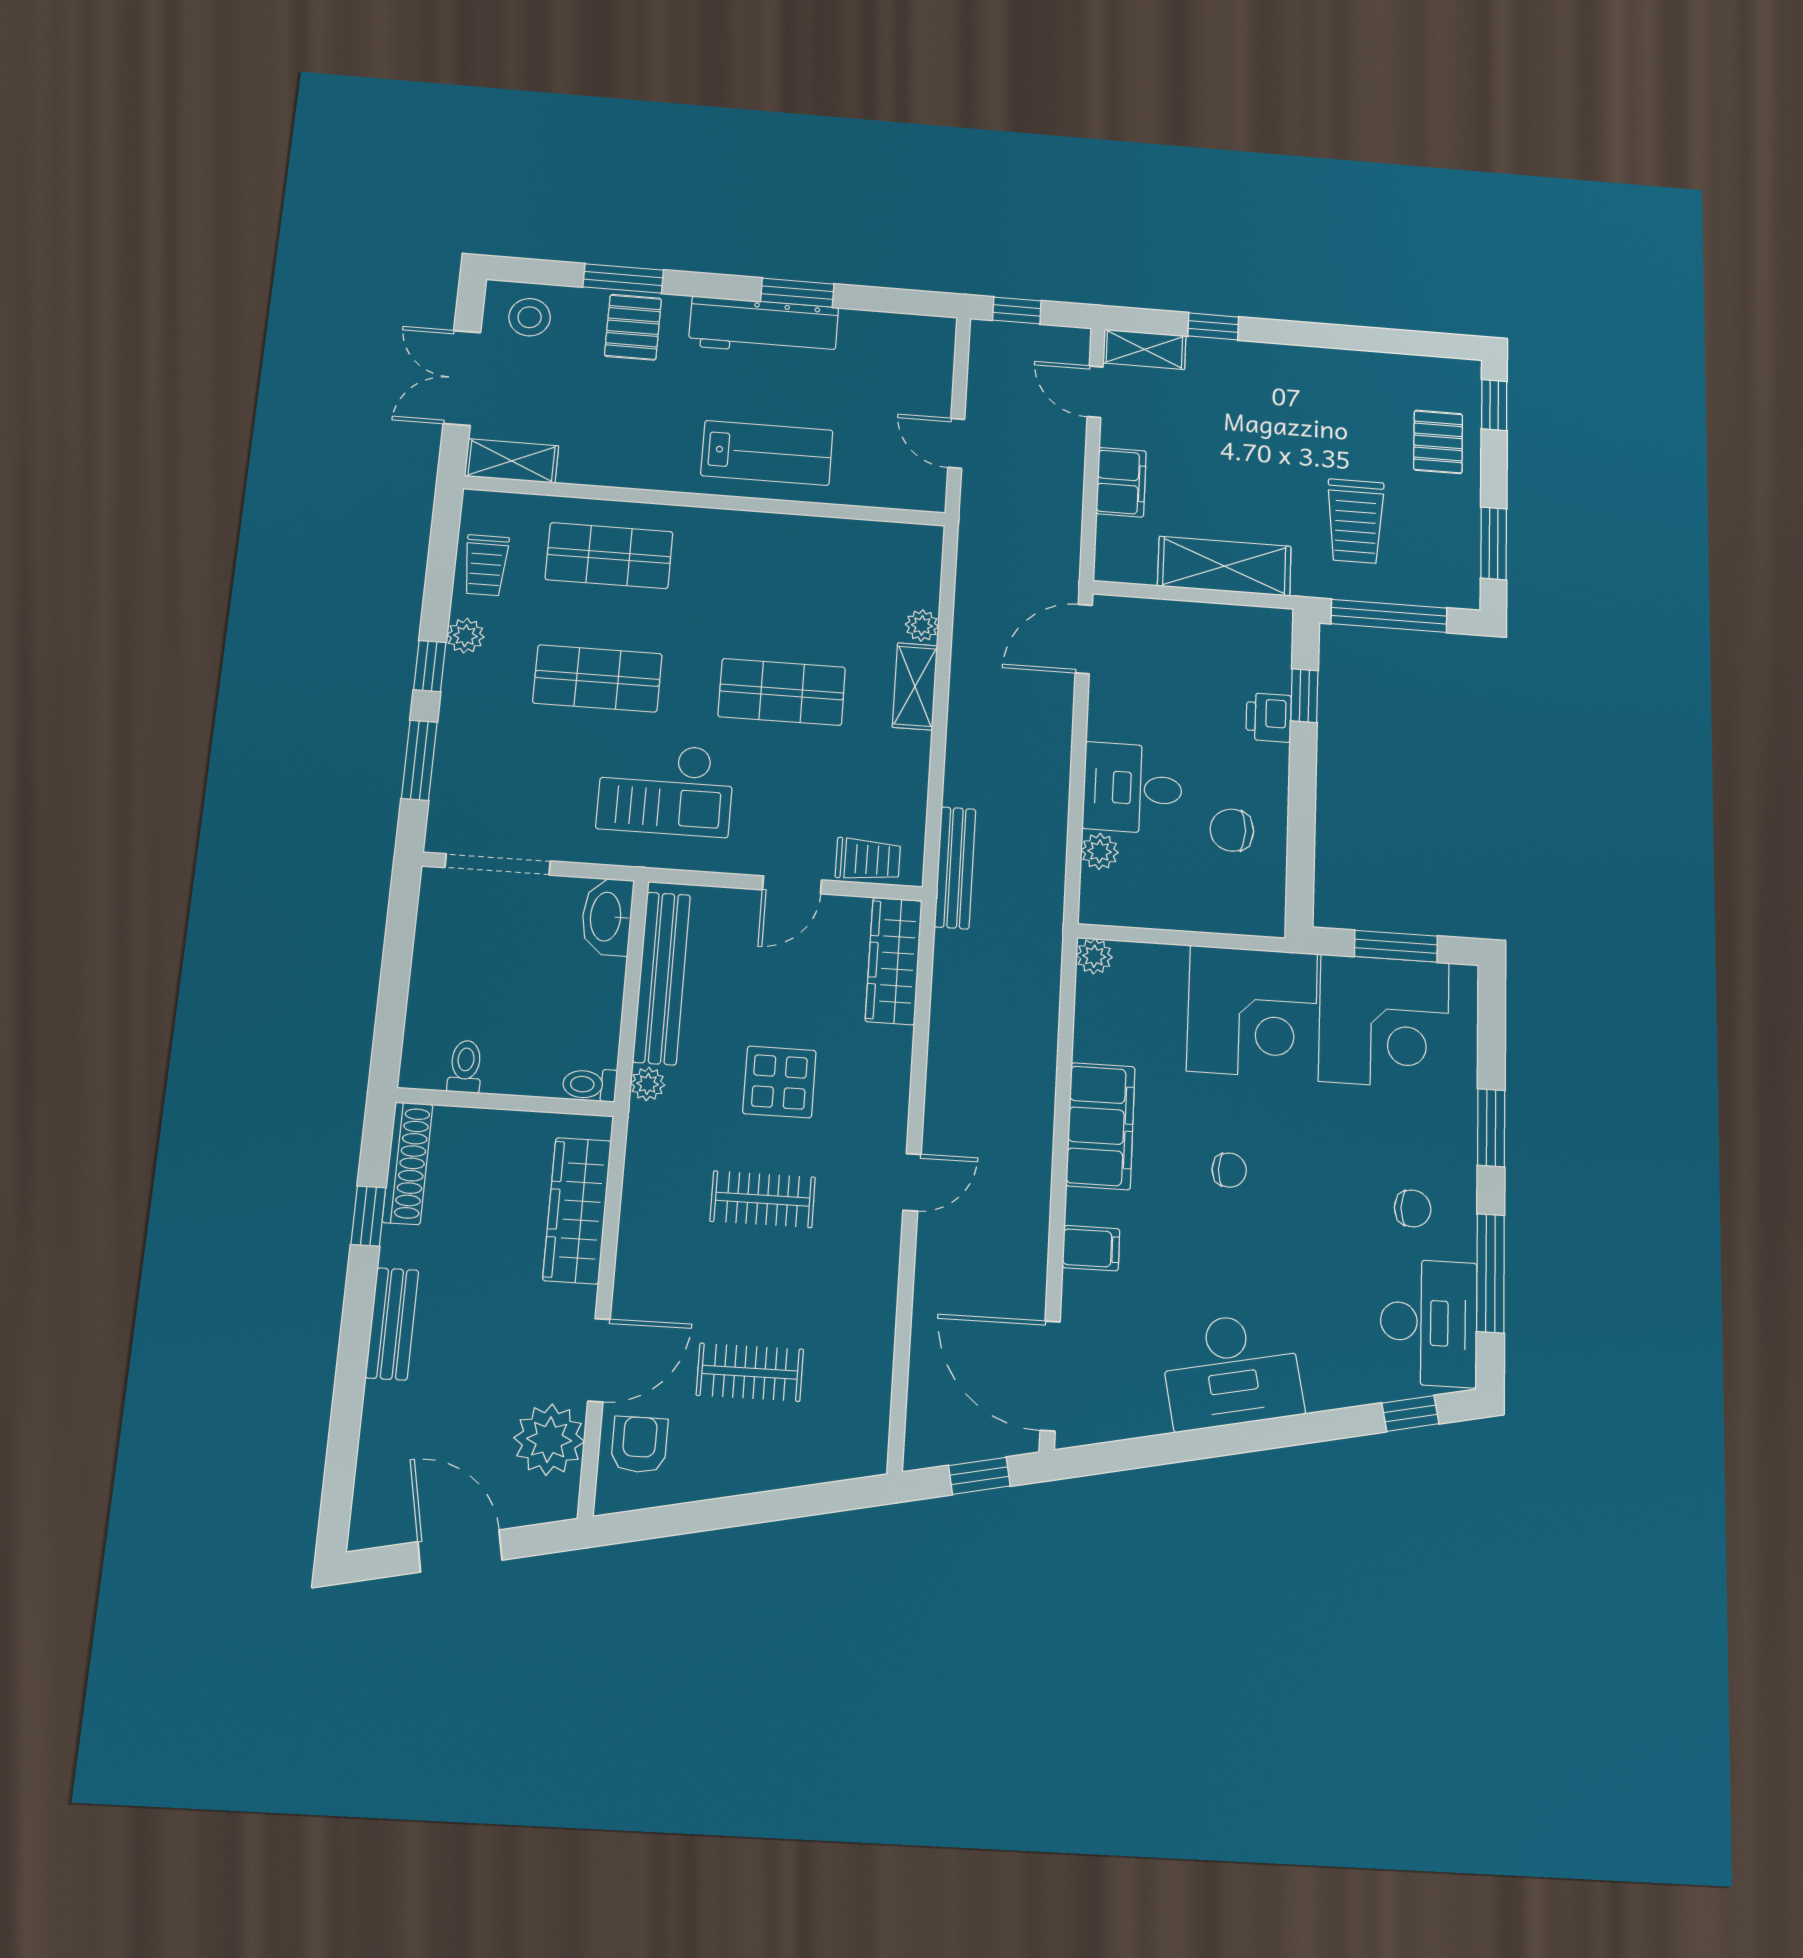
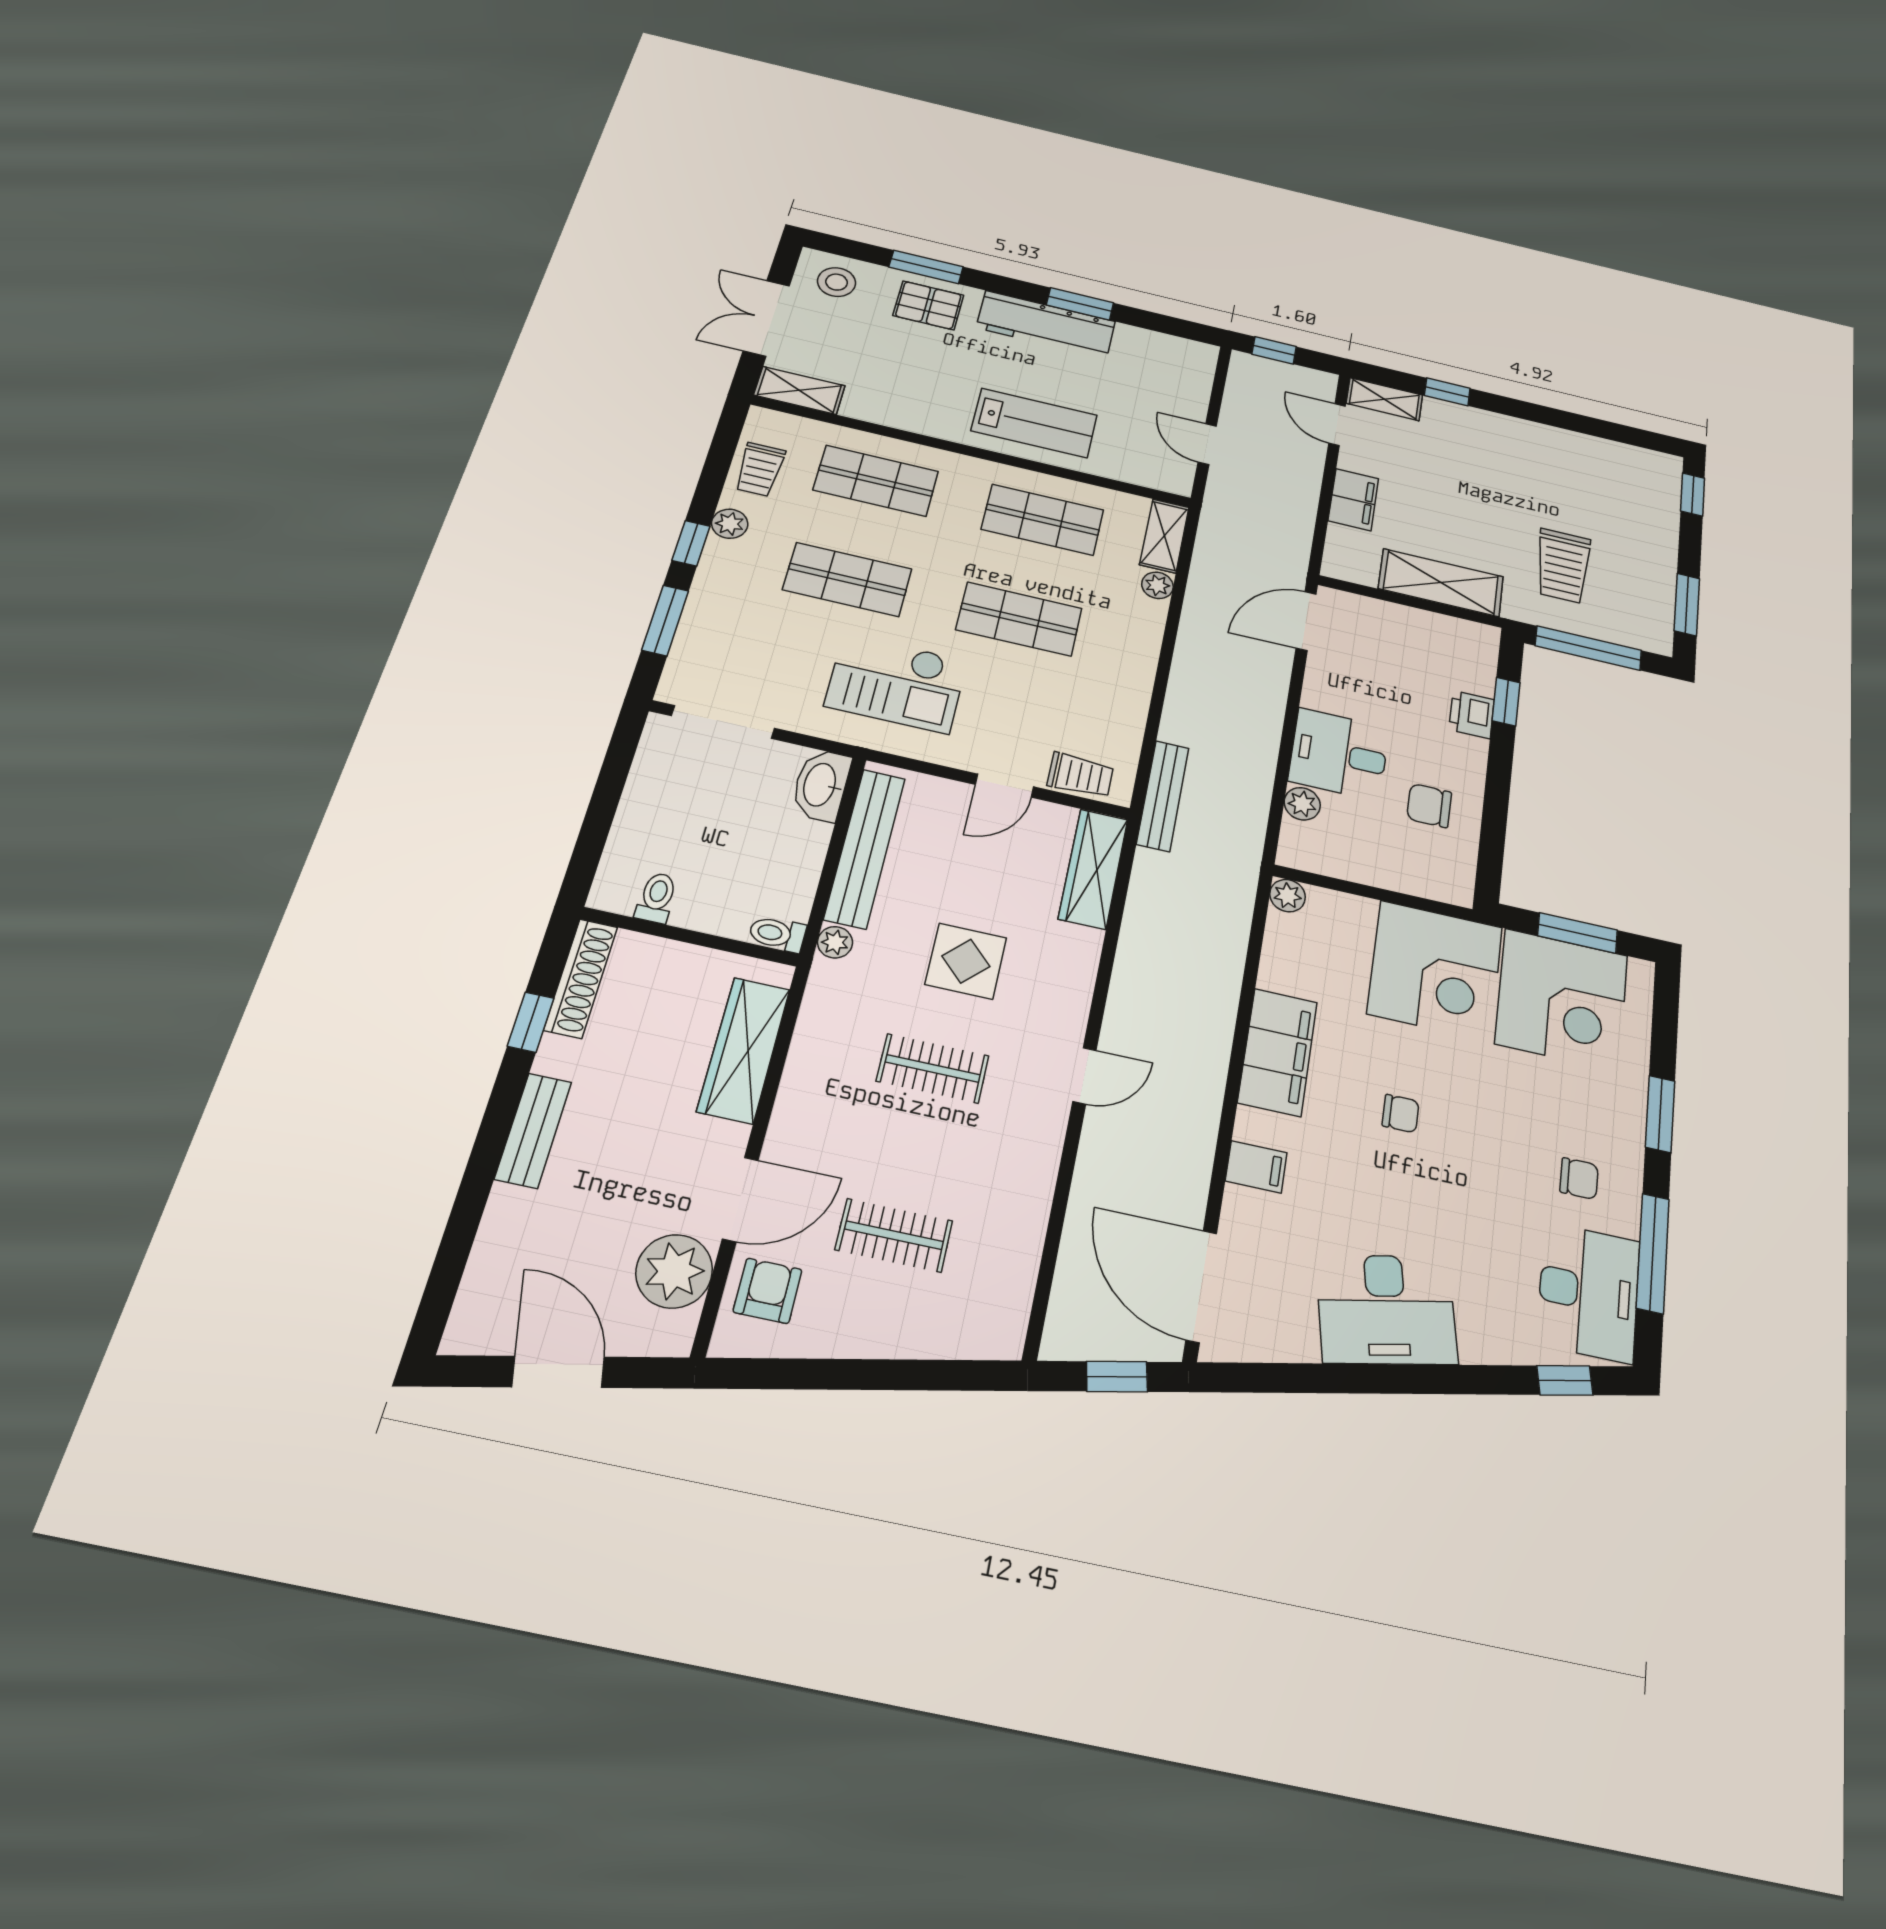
pallet: (633, 327) -> (928, 305), turned 90
pallet: (1438, 442) -> (1641, 515), removed
shop shelf: (791, 569) -> (1043, 520), added
shelving: (915, 686) -> (1164, 536), moved

